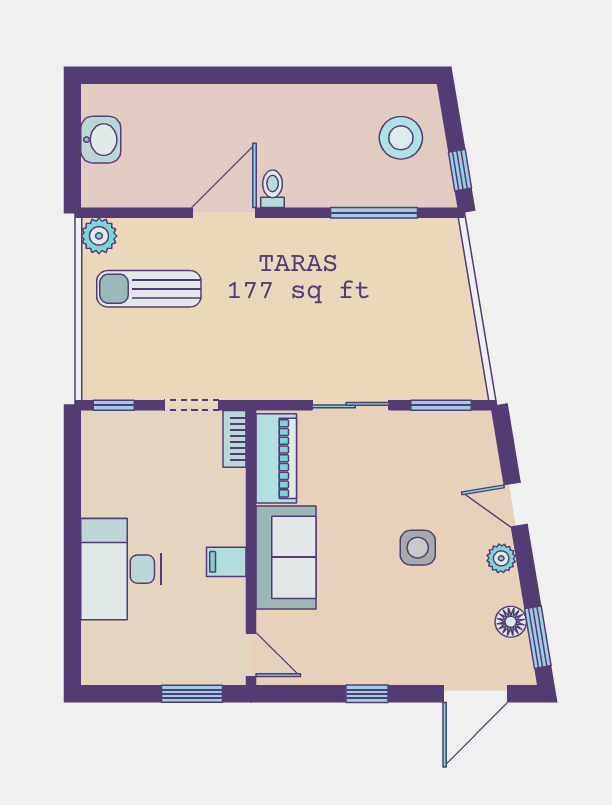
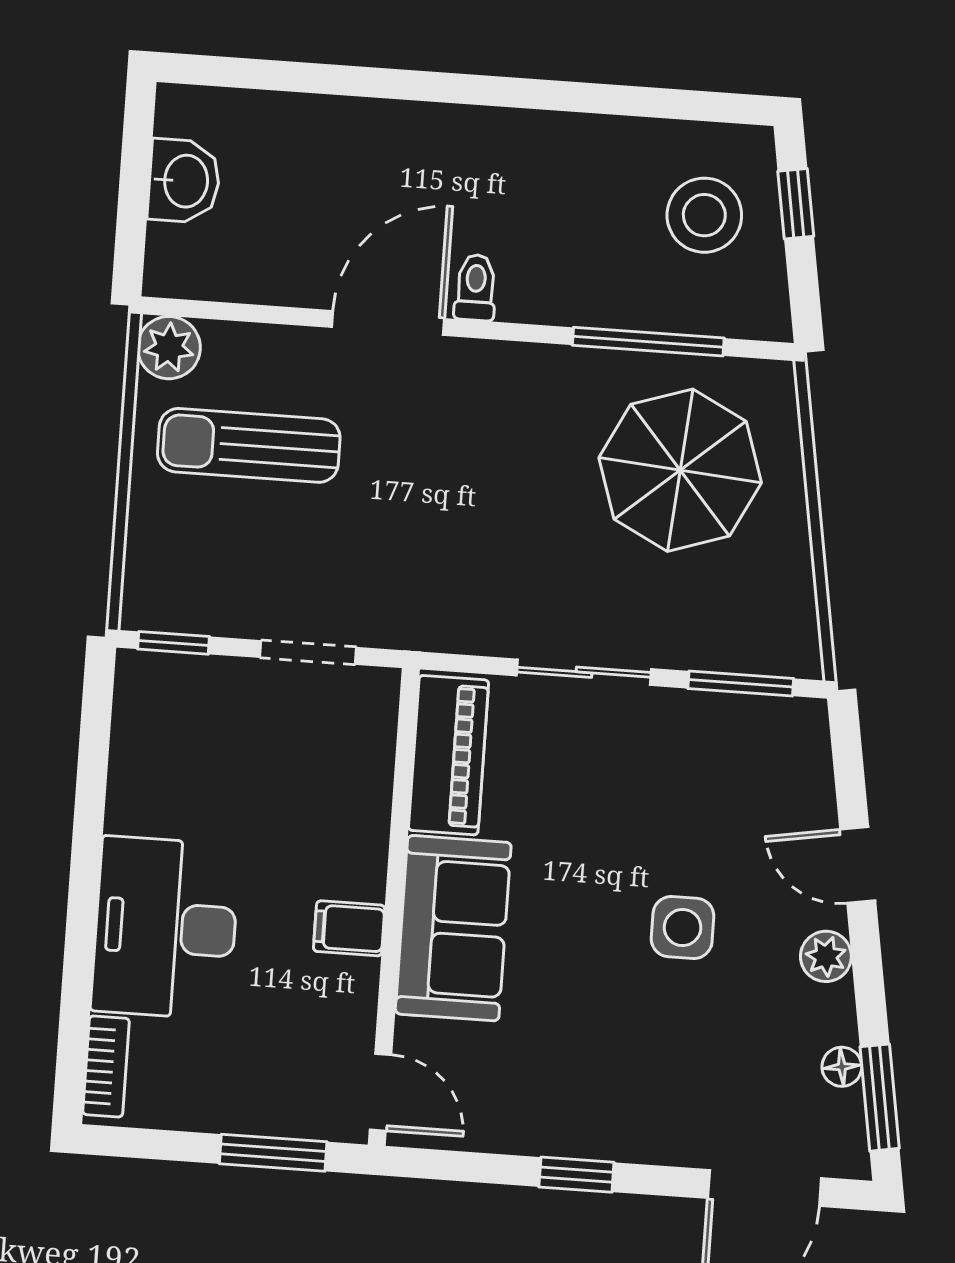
window: (460, 170) -> (796, 204), moved
parasol: (397, 285) -> (680, 470), added
bookcase: (234, 439) -> (106, 1066), moved, turned 180
floor lamp: (511, 622) -> (842, 1067), width x0.73, depth x0.73

